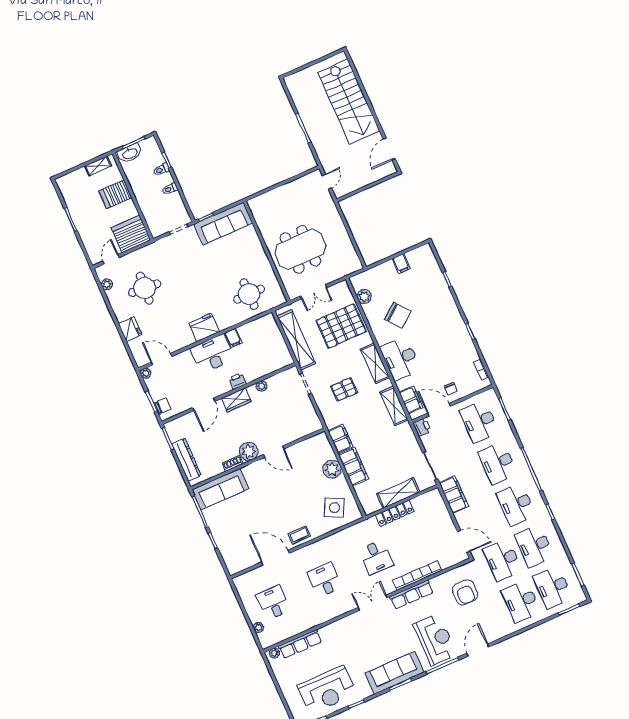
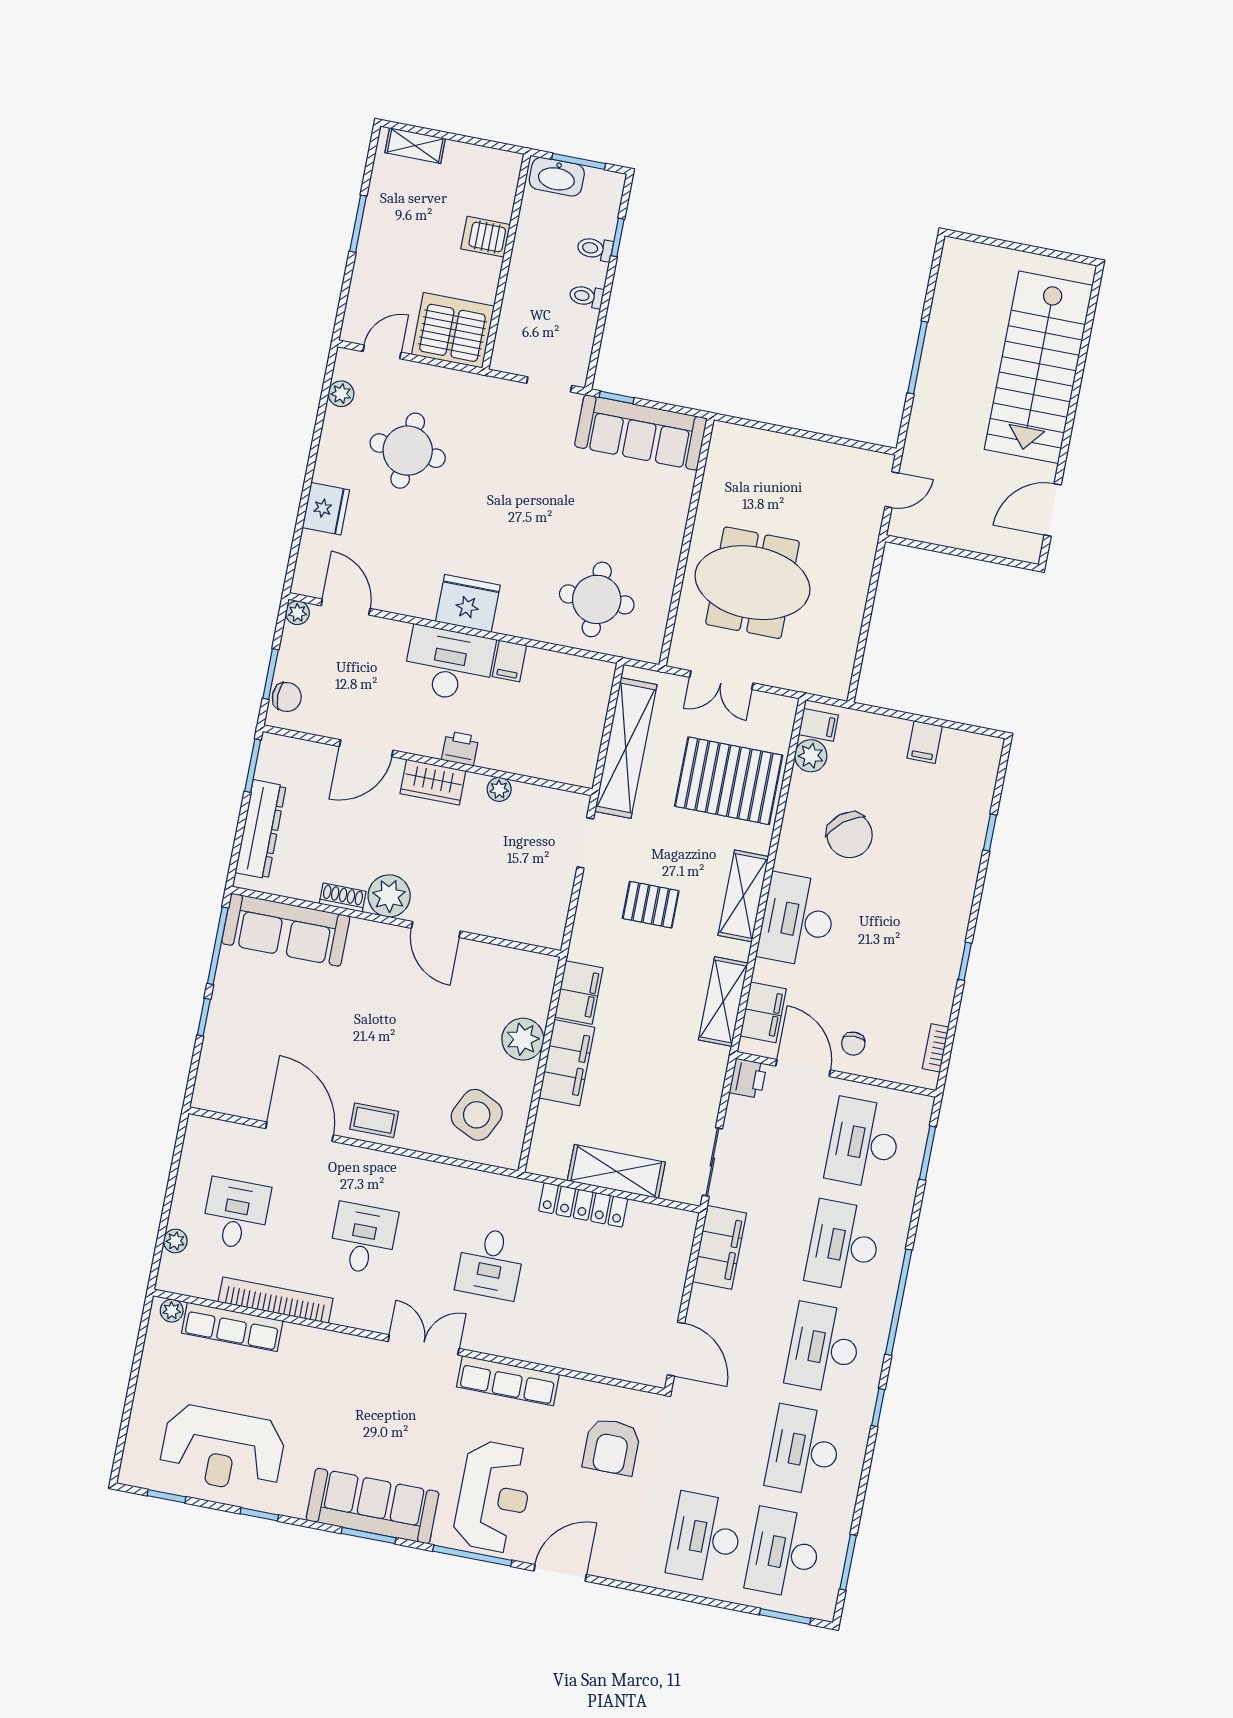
shelving: (98, 166) -> (415, 146), moved
server rack: (115, 194) -> (486, 237), width x0.73, depth x0.70
filing cabinet: (359, 284) -> (818, 725), added
desk: (503, 560) -> (725, 1435), removed
bookcase: (417, 576) -> (276, 1300), moved

